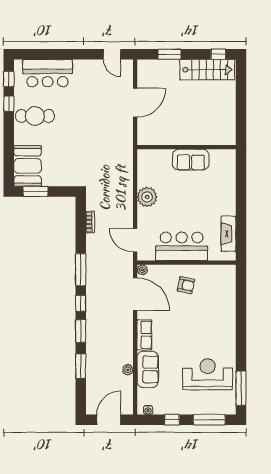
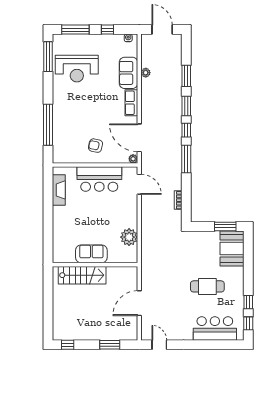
stairs: (207, 70) -> (82, 275), moved, turned 180
cafe table: (35, 116) -> (207, 286), moved
plant: (147, 197) -> (129, 237), moved
window: (241, 309) -> (48, 125), added
door: (109, 420) -> (162, 30), swing flipped

